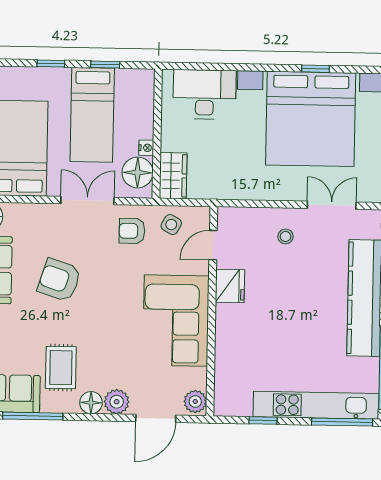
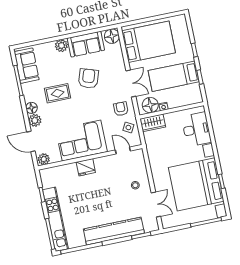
fridge: (230, 286) -> (86, 167), moved
rug: (61, 368) -> (58, 93), moved

